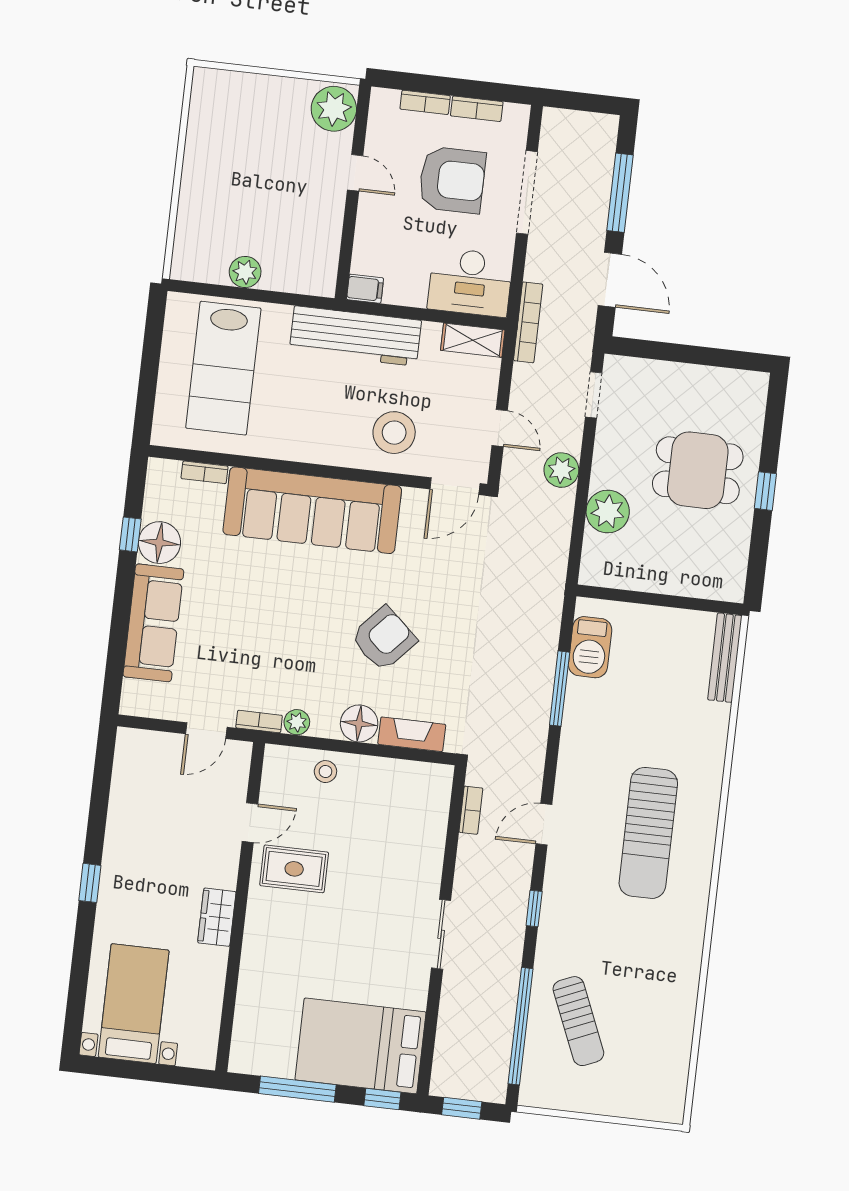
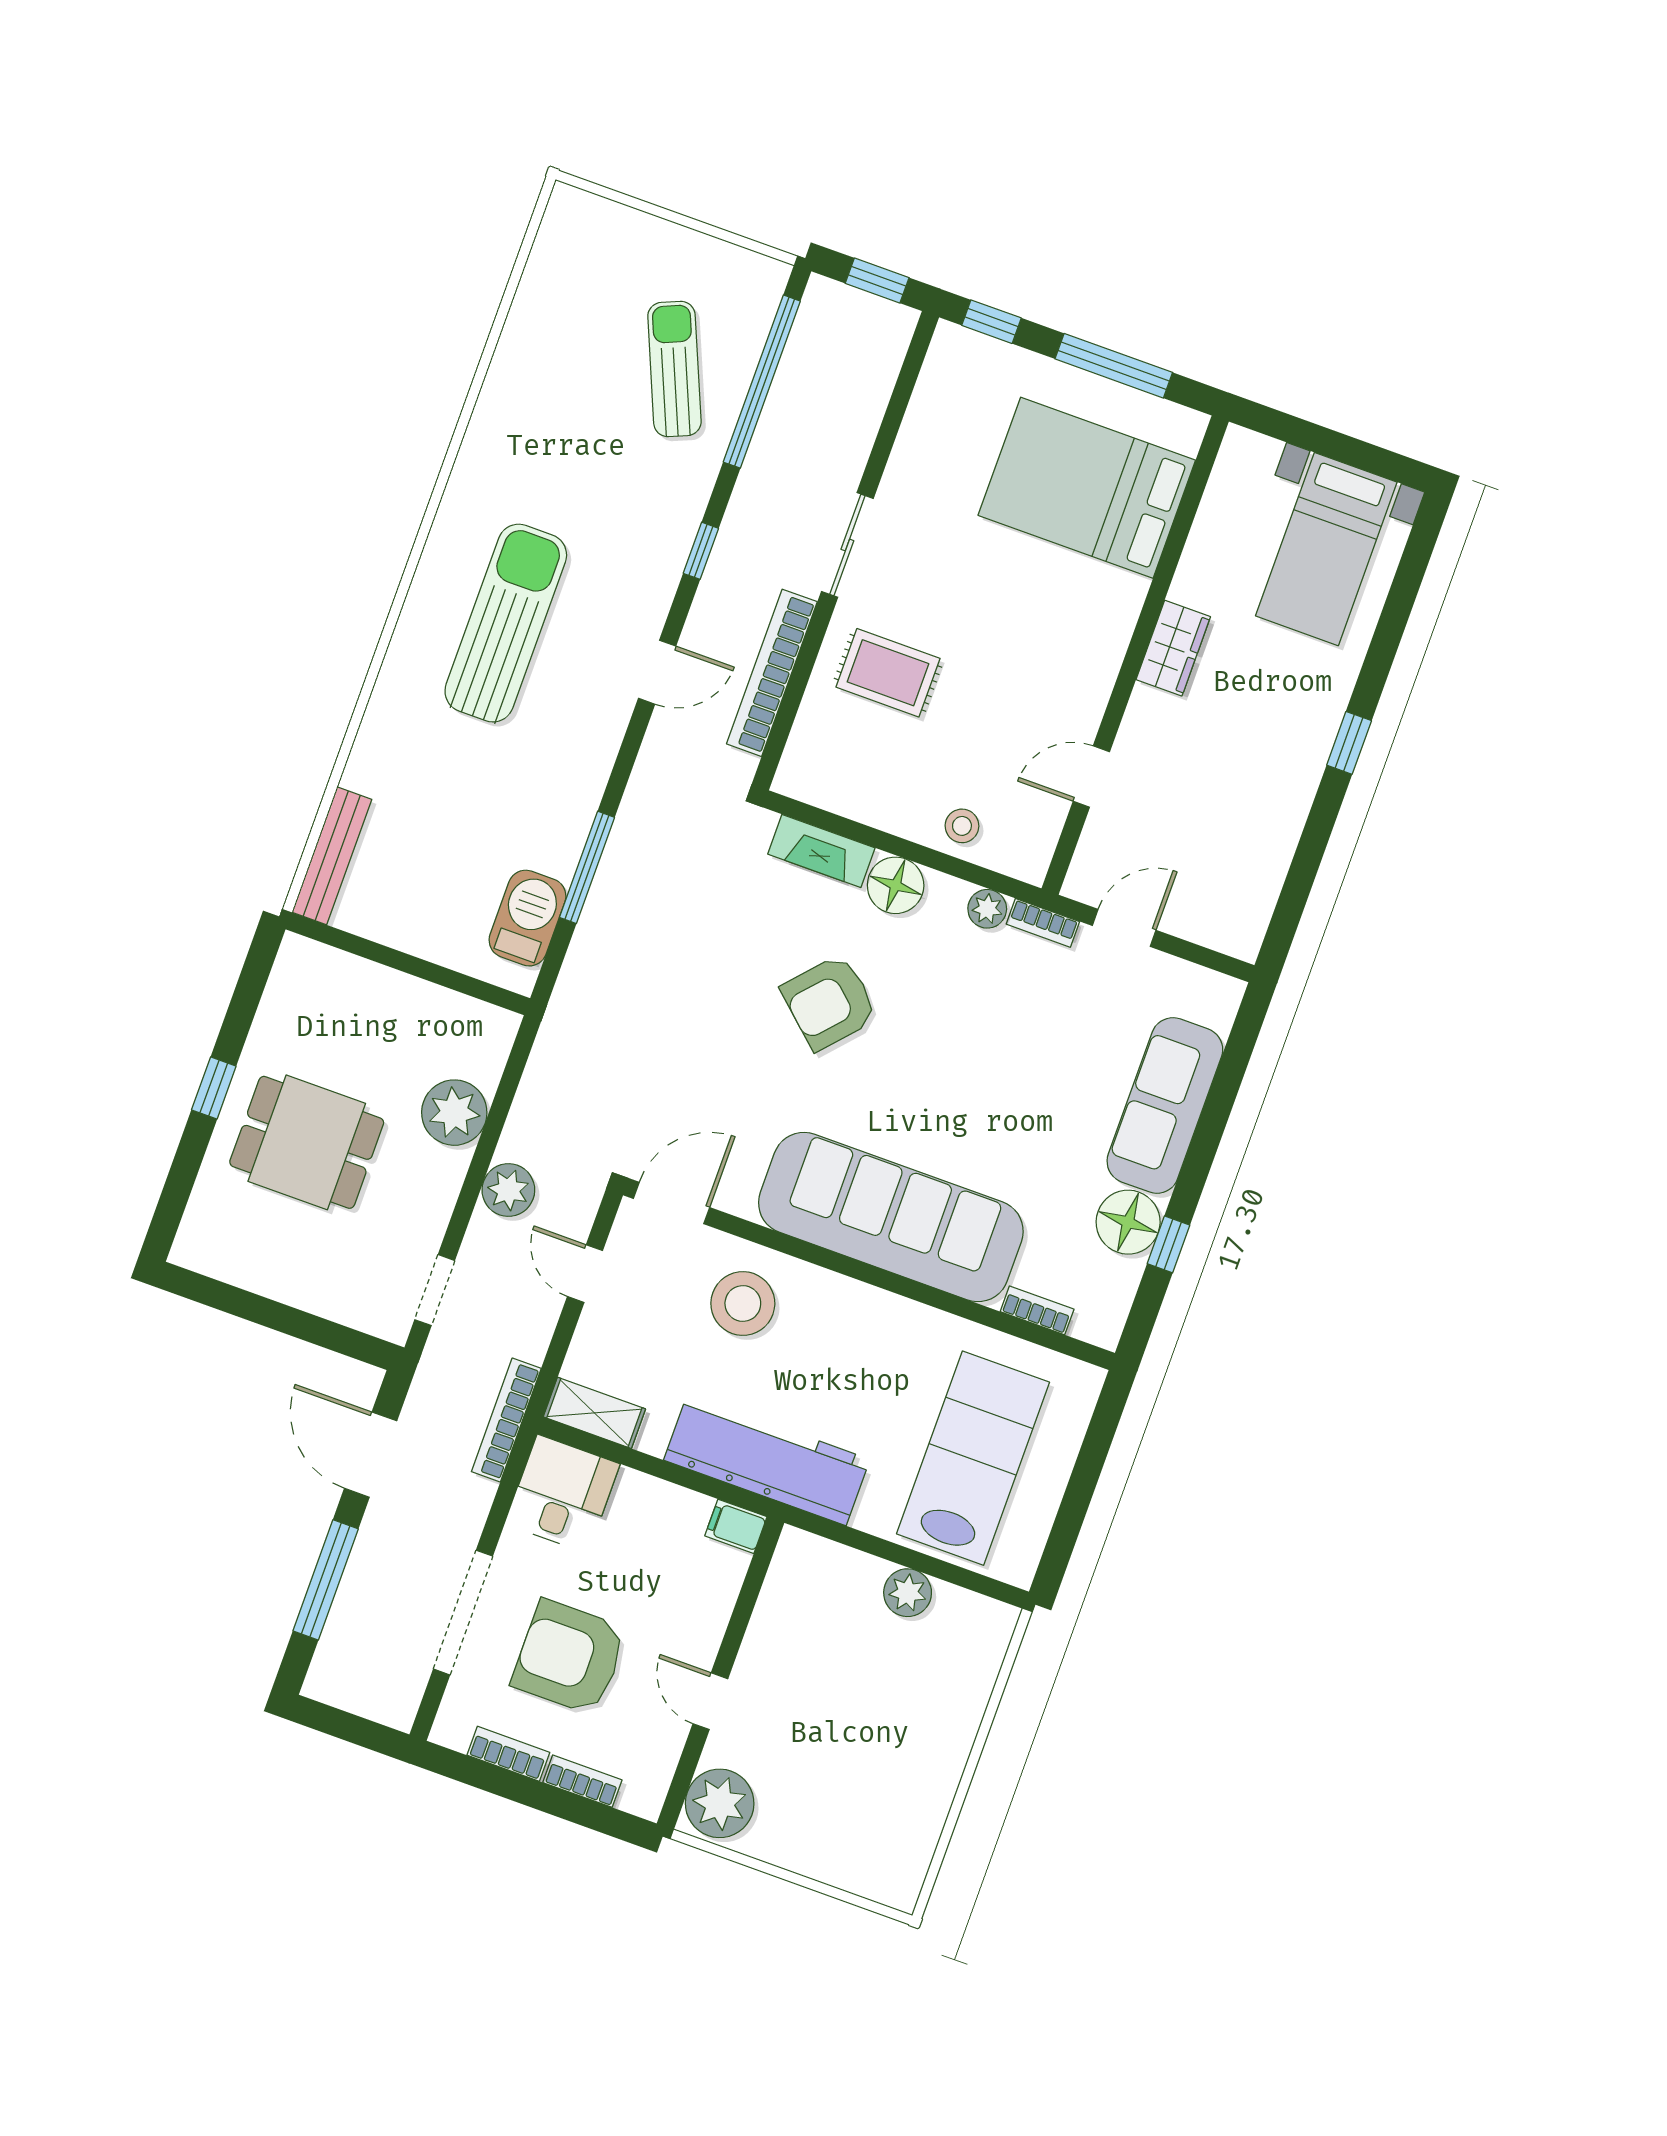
desk: (470, 282) -> (563, 1494), width x0.73
bookcase: (471, 810) -> (772, 673), width x2.31, depth x1.31
rug: (294, 869) -> (888, 673), moved
bed: (361, 1046) -> (1087, 488), moved, turned 180

